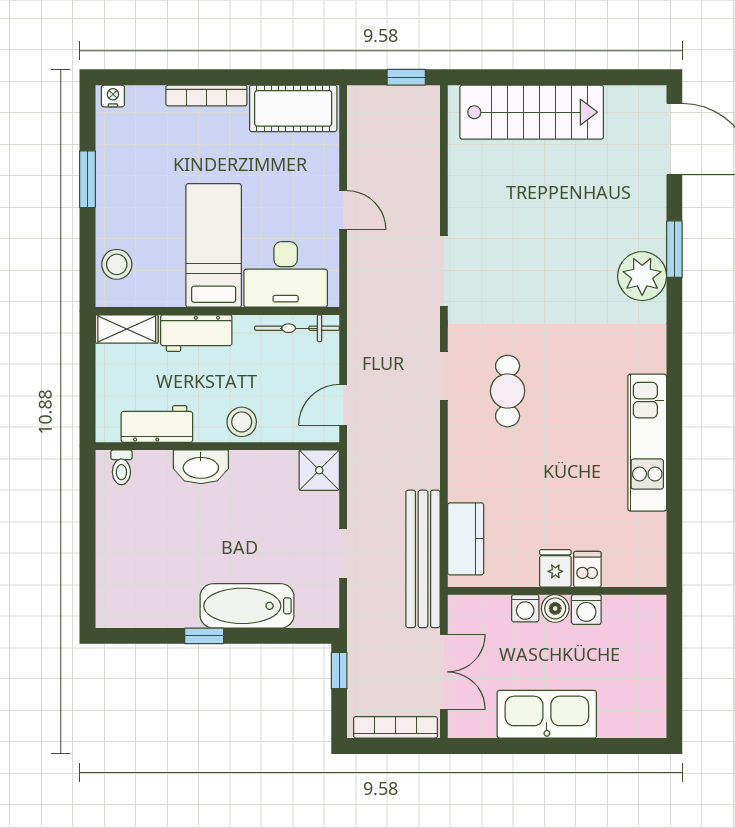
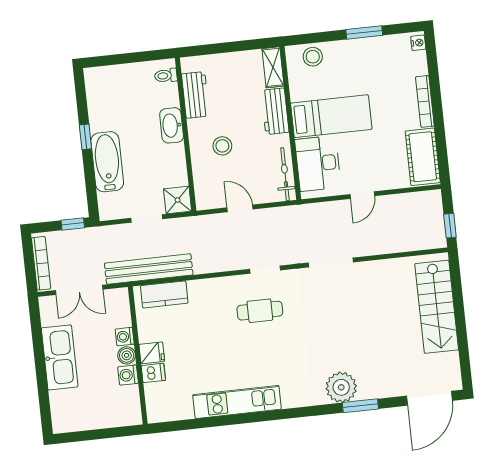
workbench: (157, 424) -> (196, 95), moved
wall: (217, 446) -> (186, 134), moved
toilet: (121, 467) -> (166, 76), moved
washbasin: (201, 467) -> (172, 125), moved
shower: (319, 470) -> (178, 200), moved

